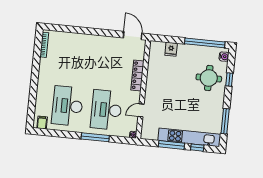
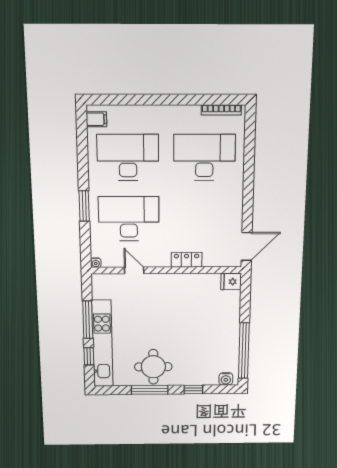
fridge: (171, 49) -> (231, 282), moved
desk: (72, 58) -> (204, 157), added
locker: (137, 75) -> (186, 260), width x0.66
round table: (209, 78) -> (153, 367), moved
window: (225, 121) -> (150, 390), moved
window: (95, 137) -> (84, 206), width x0.69

